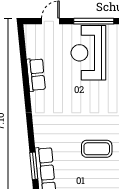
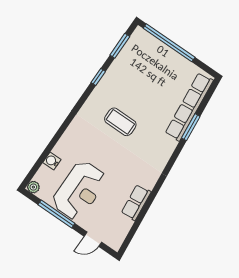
coffee table: (97, 149) -> (120, 122), moved

